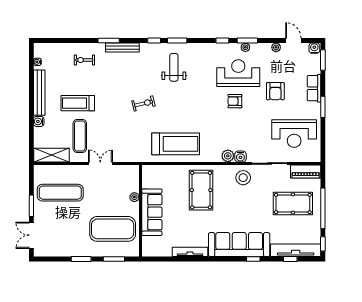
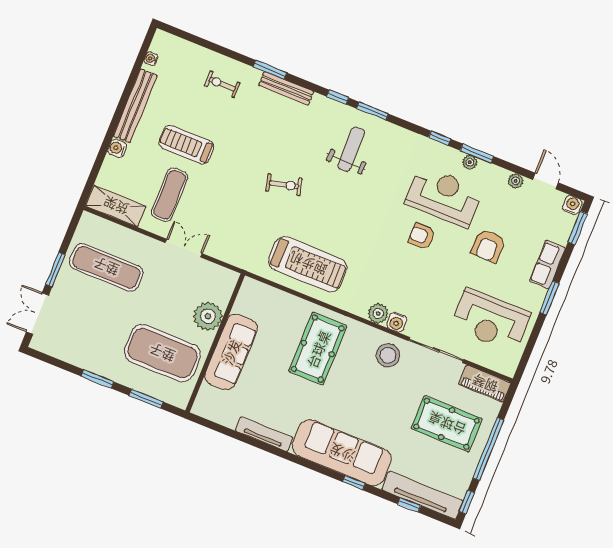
plant: (134, 197) -> (208, 316), width x1.88, depth x1.88

